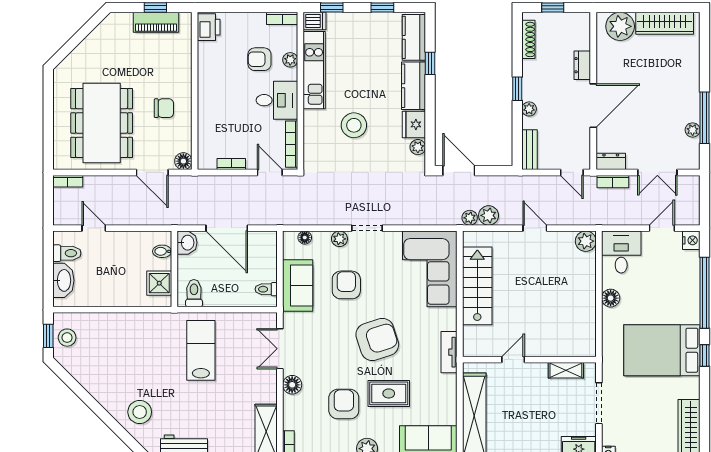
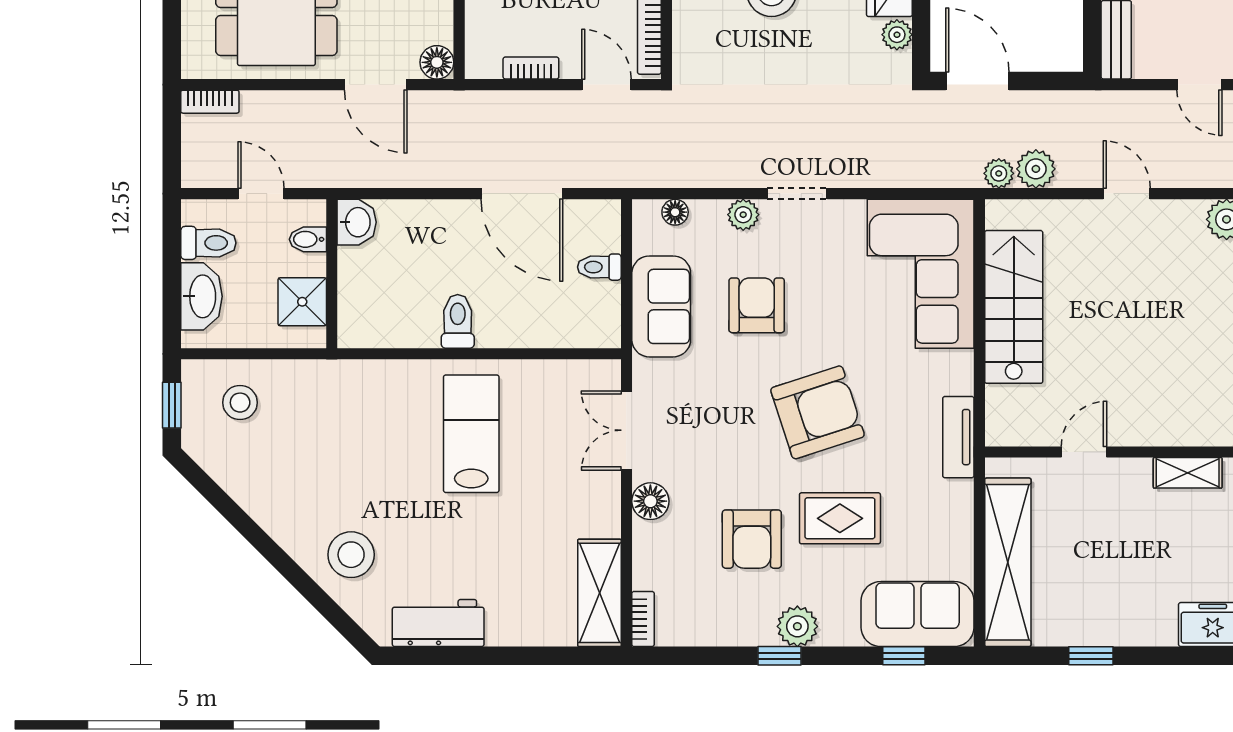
washbasin: (187, 243) -> (357, 222), moved
bidet: (162, 251) -> (308, 239), moved
wall: (174, 269) -> (332, 274), moved
shower: (159, 283) -> (302, 302), moved
toilet: (266, 289) -> (599, 267), moved
stool: (67, 338) -> (240, 403), moved
armchair: (344, 404) -> (752, 539), turned 180

